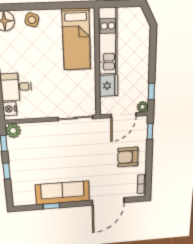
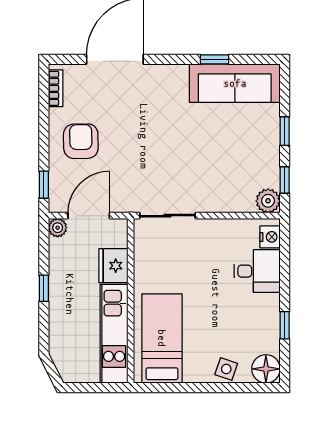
window: (151, 92) -> (44, 288), moved
armchair: (128, 157) -> (81, 141), turned -91
sofa: (63, 193) -> (235, 83), moved

